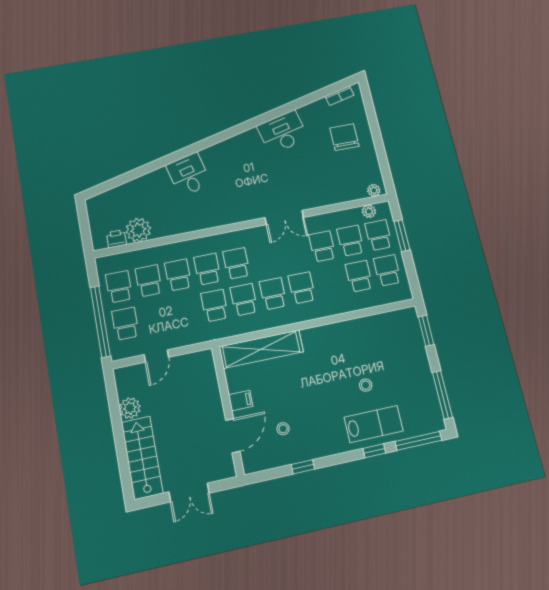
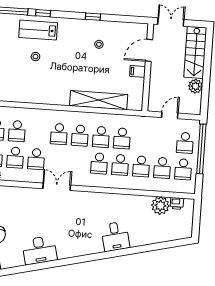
filing cabinet: (241, 401) -> (138, 71), moved
wall: (228, 411) -> (148, 67), moved
door: (233, 436) -> (149, 50), moved

